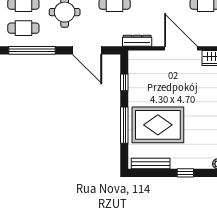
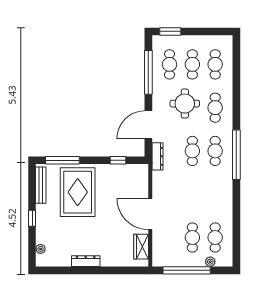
dresser: (137, 41) -> (158, 156), moved
door: (181, 48) -> (150, 214), swing flipped
window: (124, 125) -> (62, 160), moved

